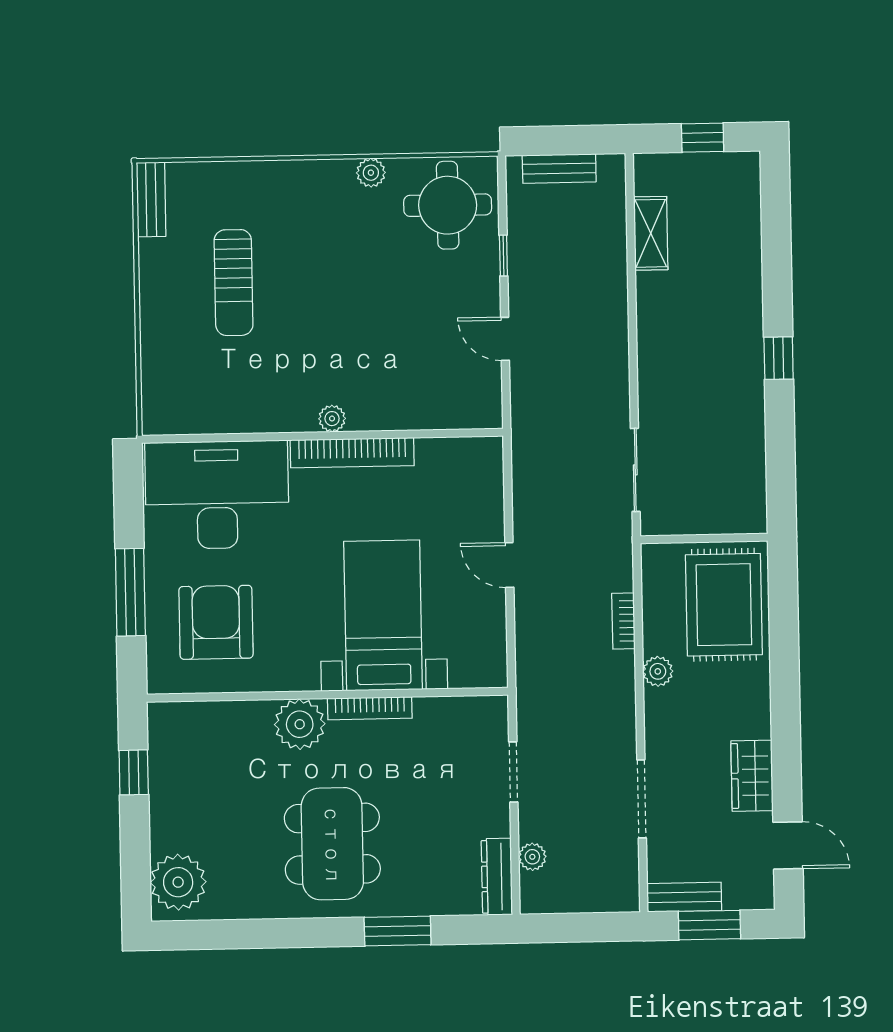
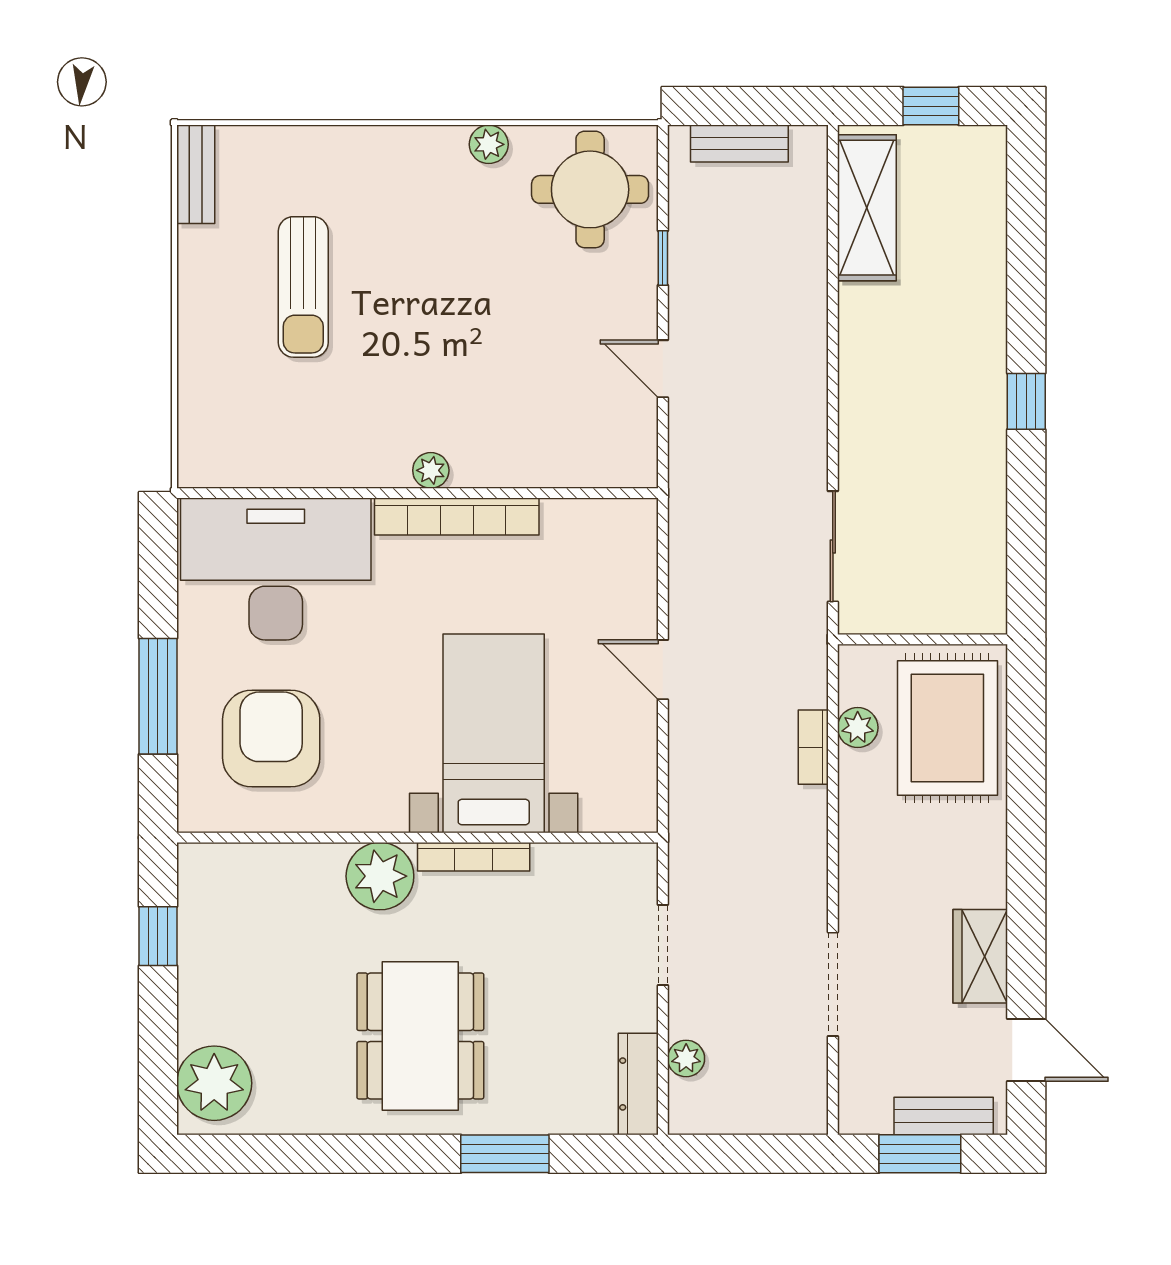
shelving: (651, 233) -> (867, 208), width x1.50, depth x1.33
plant: (658, 671) -> (858, 728), moved
bench: (684, 897) -> (944, 1116), moved

